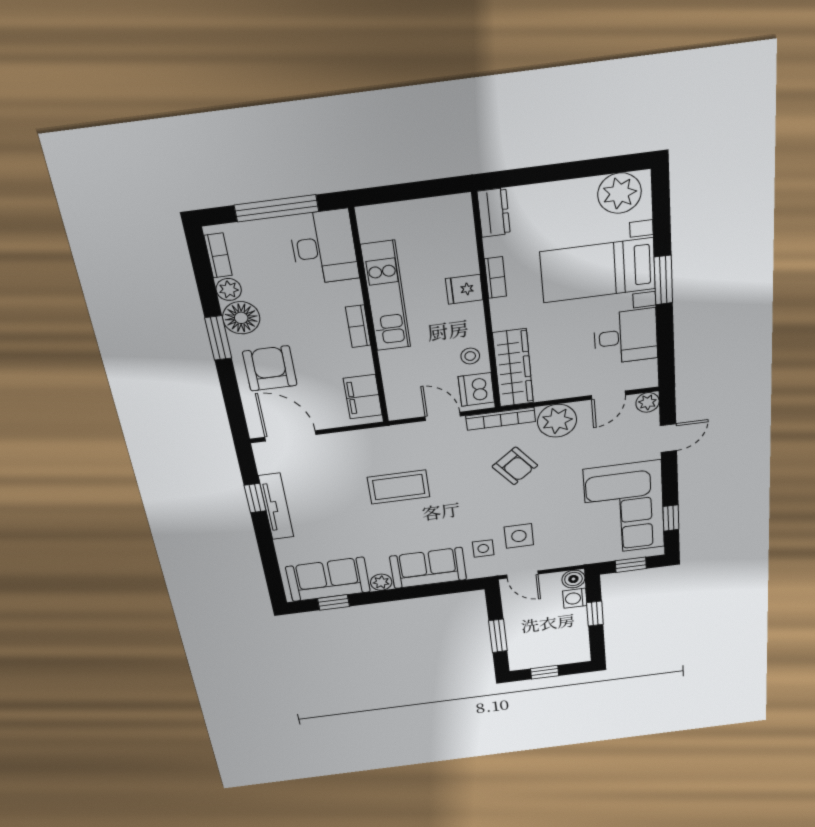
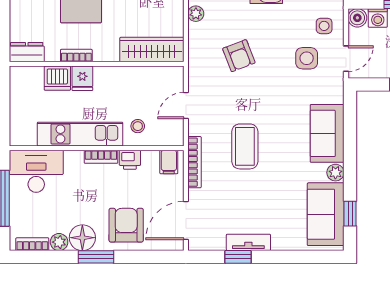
stool: (470, 356) -> (138, 126), moved
printer: (360, 361) -> (130, 160), added
armchair: (270, 368) -> (126, 225), turned 90
dishwasher: (476, 389) -> (57, 78), moved
filing cabinet: (363, 397) -> (169, 162), width x0.50
bookcase: (501, 419) -> (194, 162), moved
plant: (557, 421) -> (196, 14), width x0.53, depth x0.53
armchair: (515, 466) -> (239, 56), turned 107
tv unit: (276, 506) -> (248, 242), width x0.71
side table: (483, 549) -> (324, 26), moved

